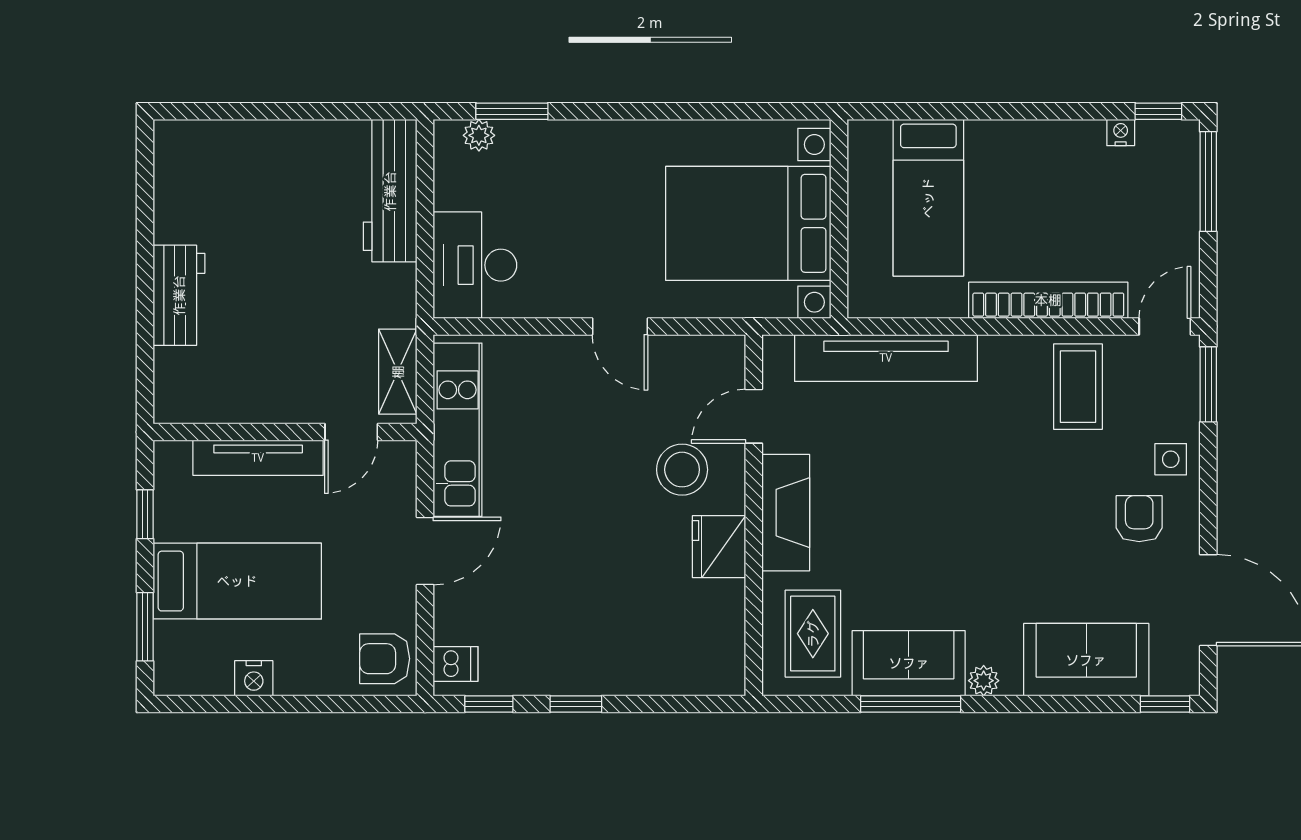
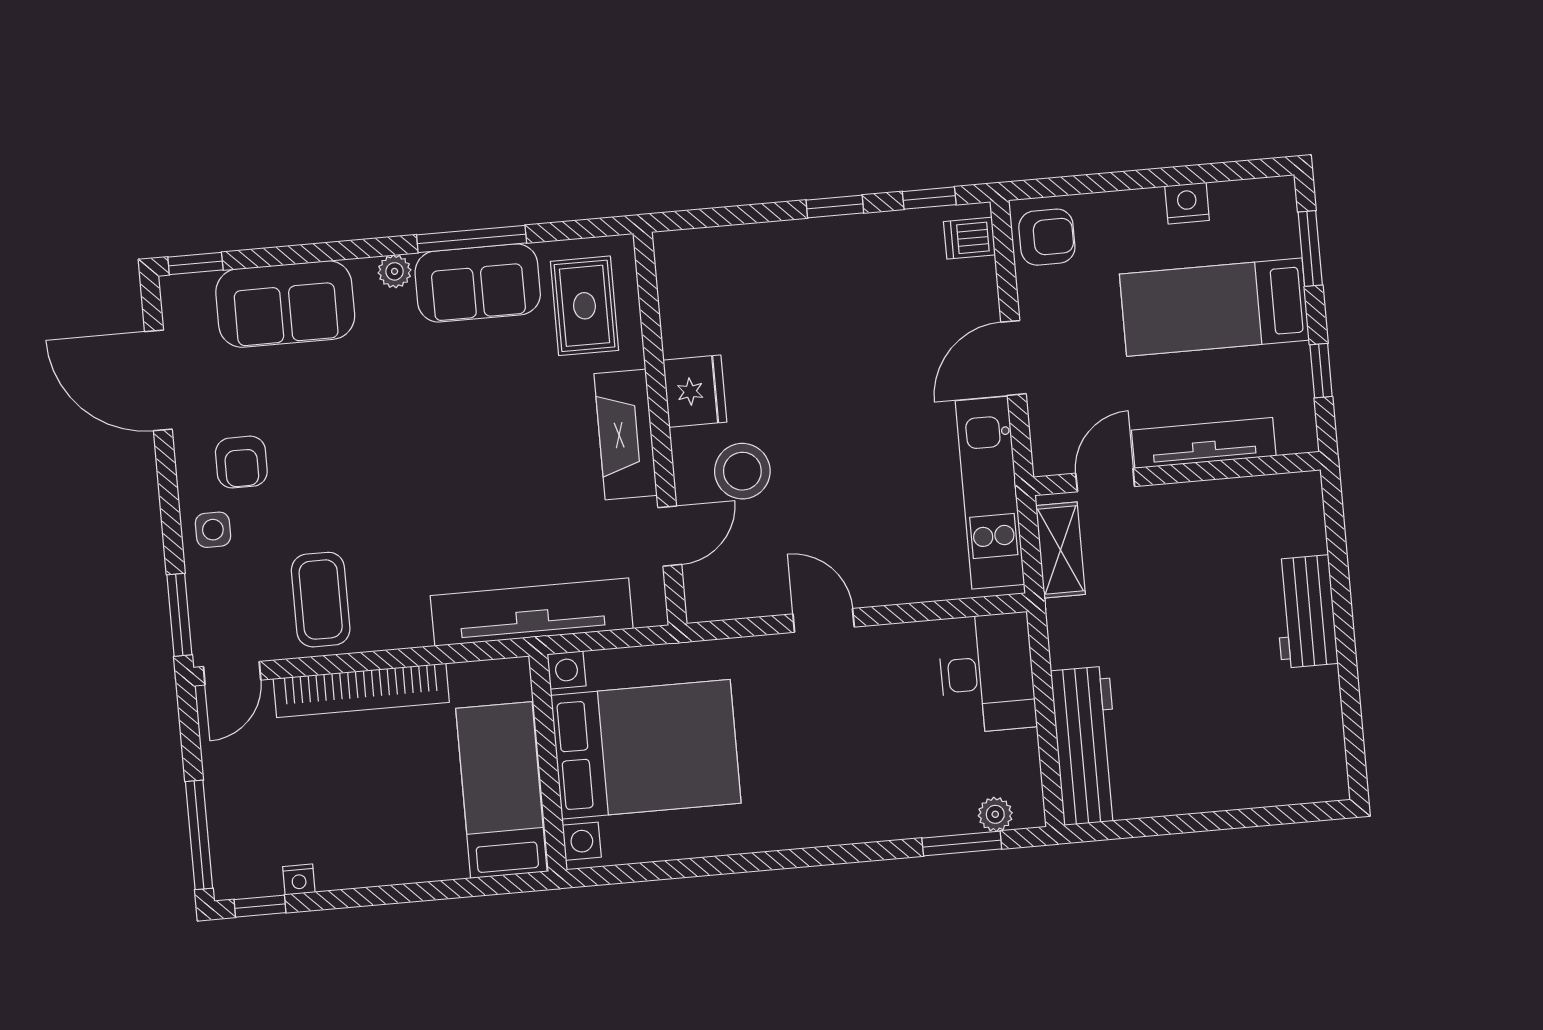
wall: (839, 219) -> (548, 763), moved
bed with nightstands: (748, 223) -> (646, 749), moved

